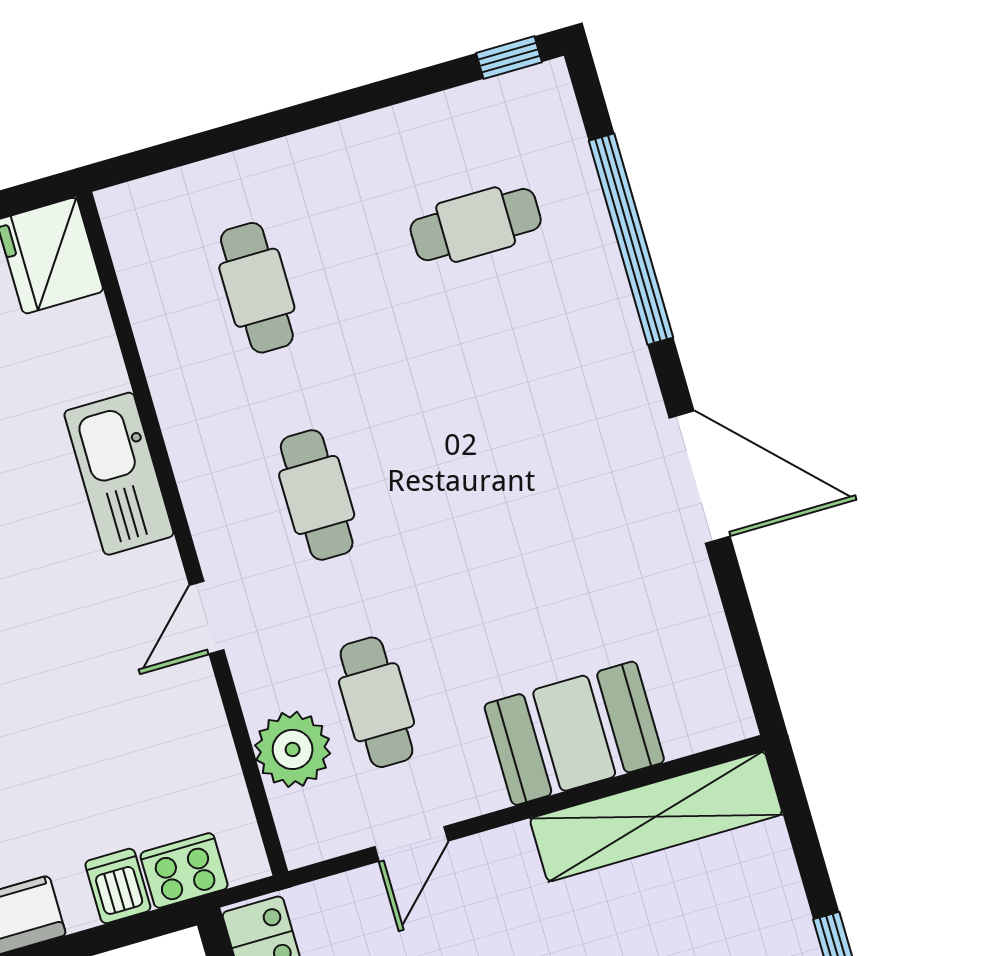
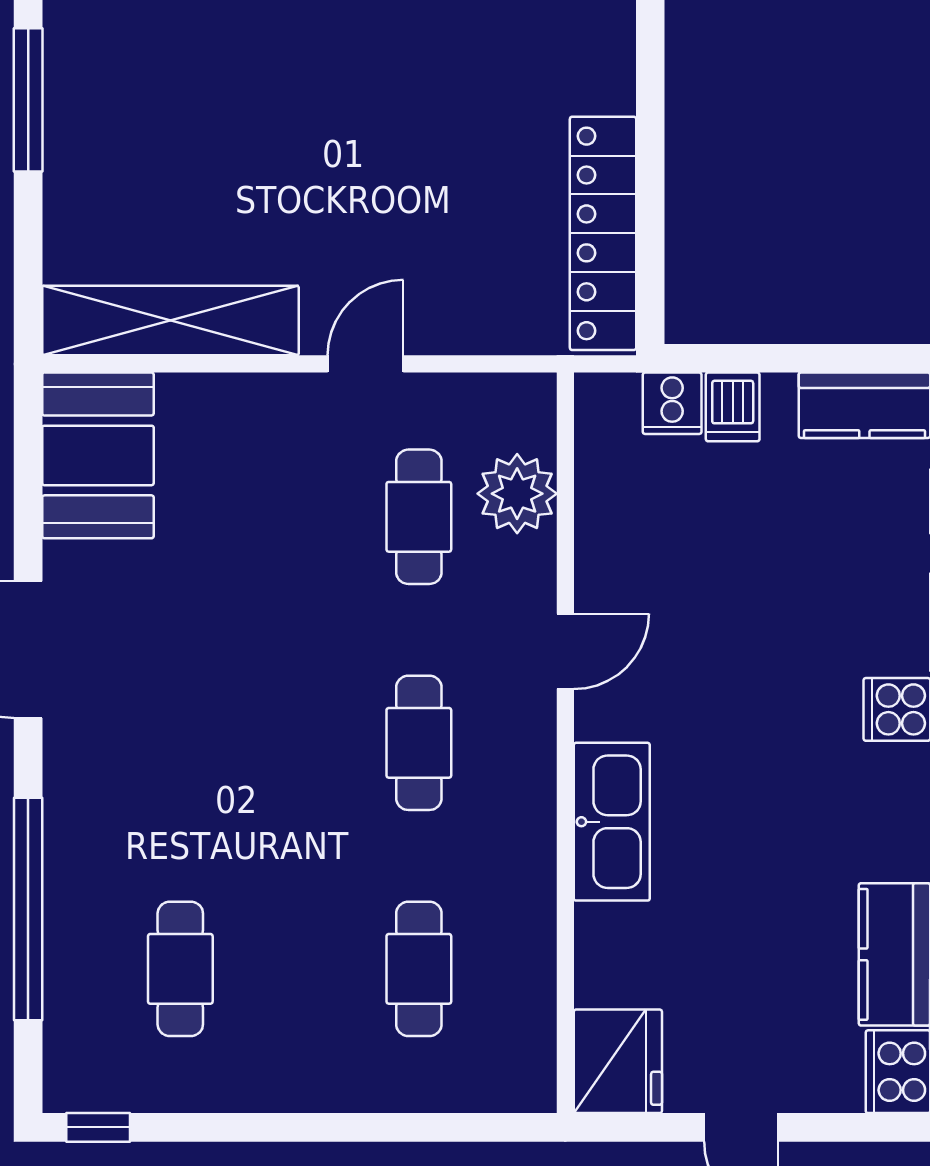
cafe table: (476, 225) -> (180, 969), turned 90
booth: (574, 733) -> (98, 455), moved, turned 90
door: (411, 844) -> (366, 364), moved
cooker: (184, 871) -> (672, 403), width x0.73

